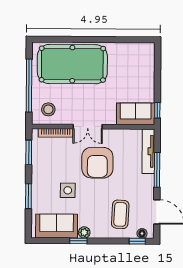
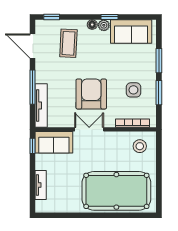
tv unit: (149, 71) -> (41, 185), added
window: (29, 86) -> (159, 170), removed
double door: (88, 127) -> (89, 129), moved
window: (29, 152) -> (159, 93), moved
side table: (68, 190) -> (133, 90), moved
floor lamp: (142, 233) -> (92, 25), moved

